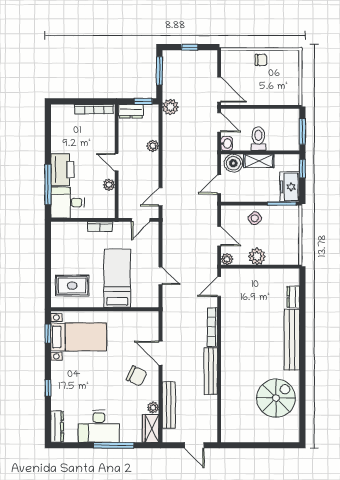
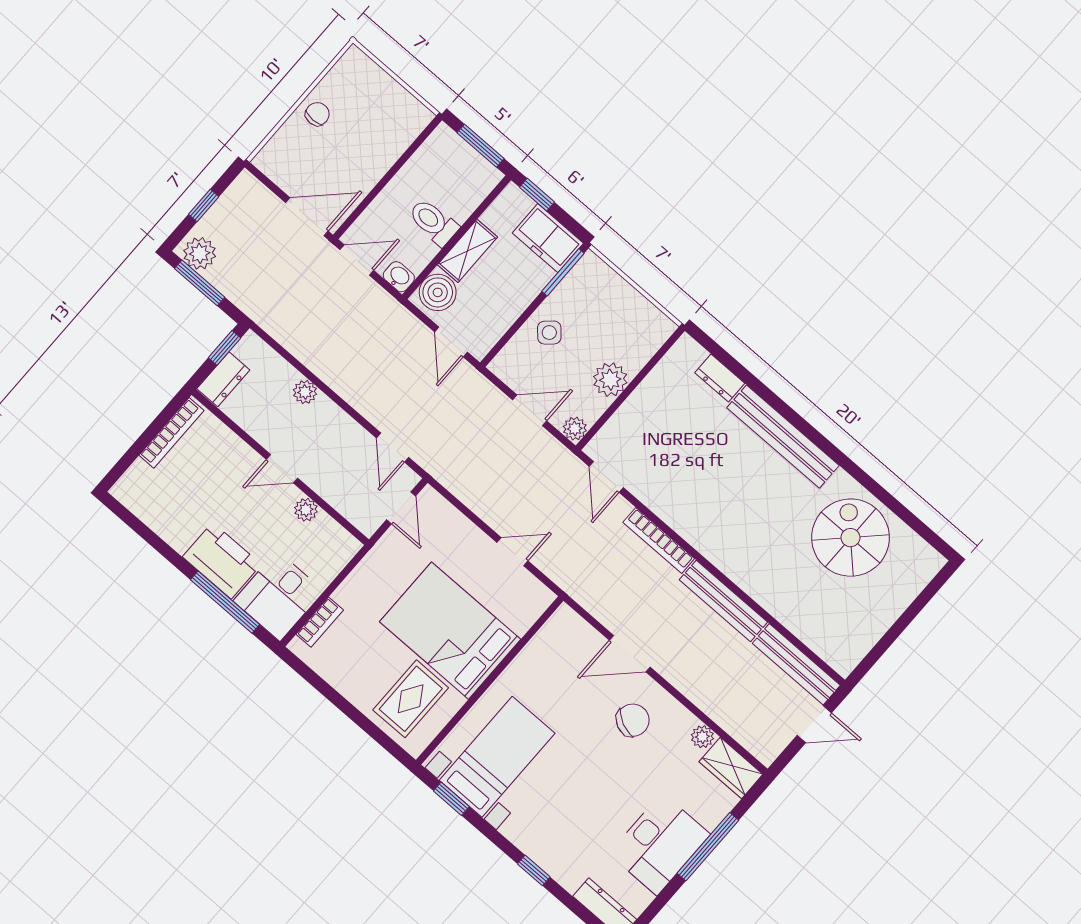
plant: (170, 107) -> (200, 253), moved
bookcase: (100, 227) -> (320, 622), moved
bed: (117, 278) -> (450, 631), width x1.50
bench: (169, 405) -> (796, 664), moved

